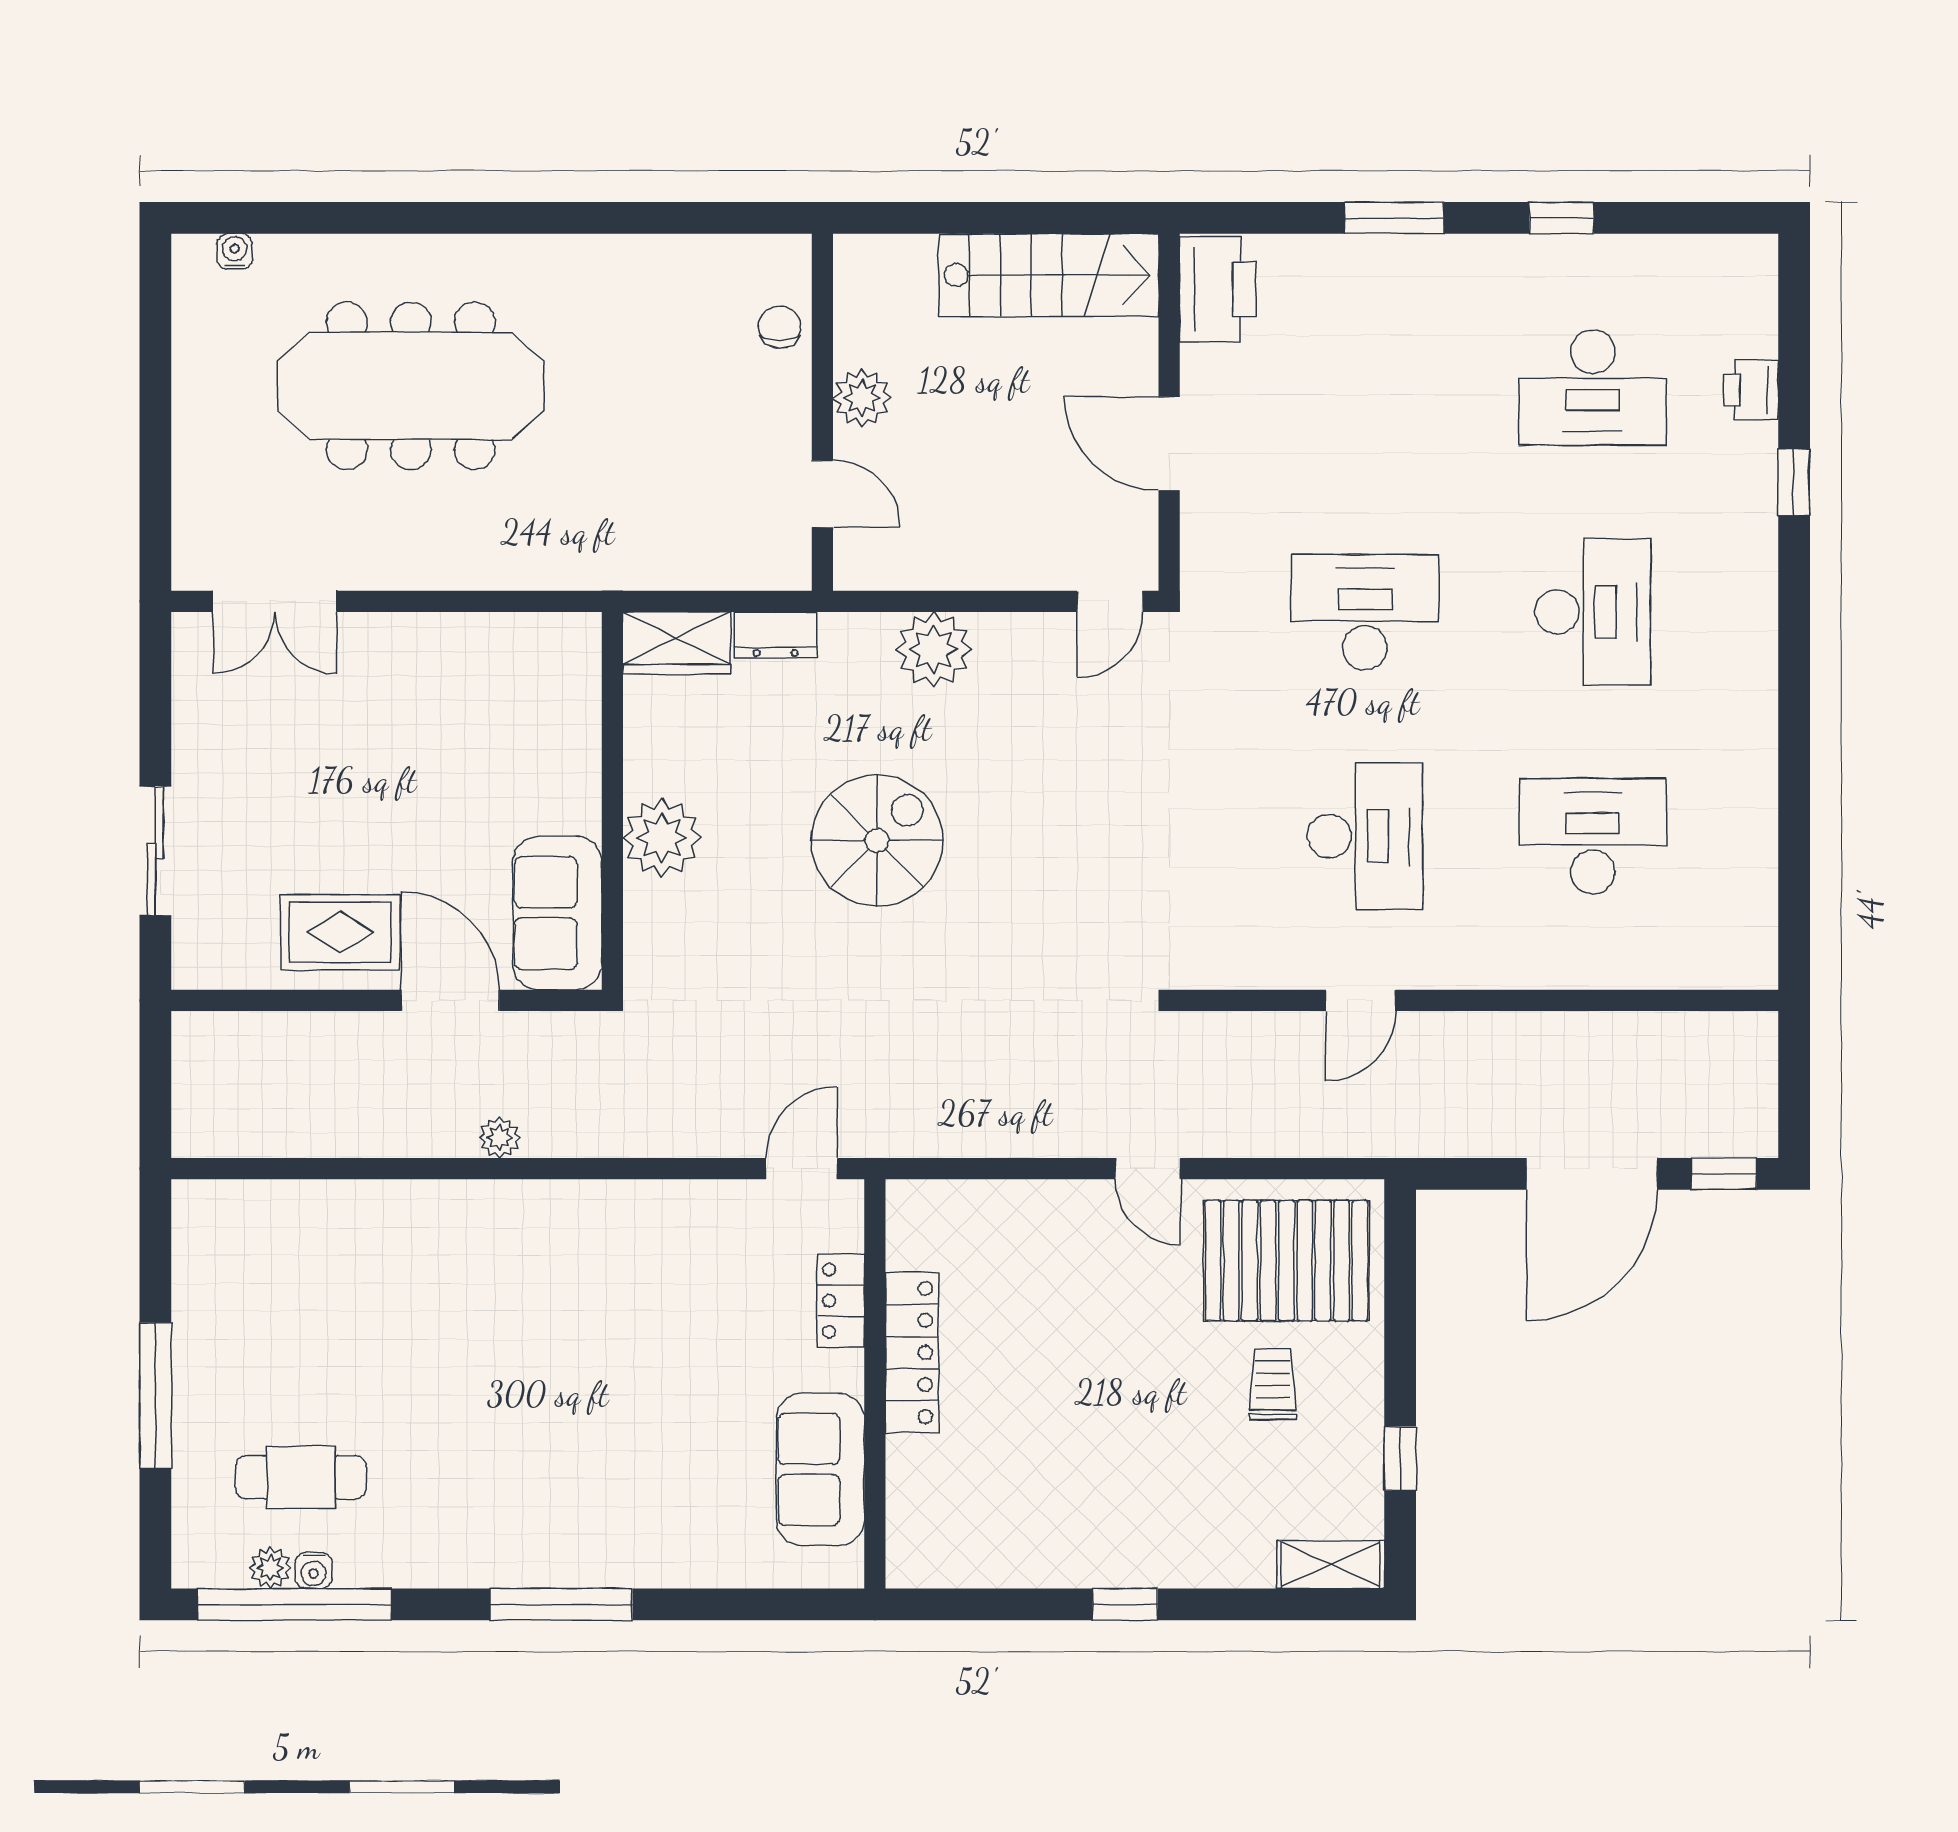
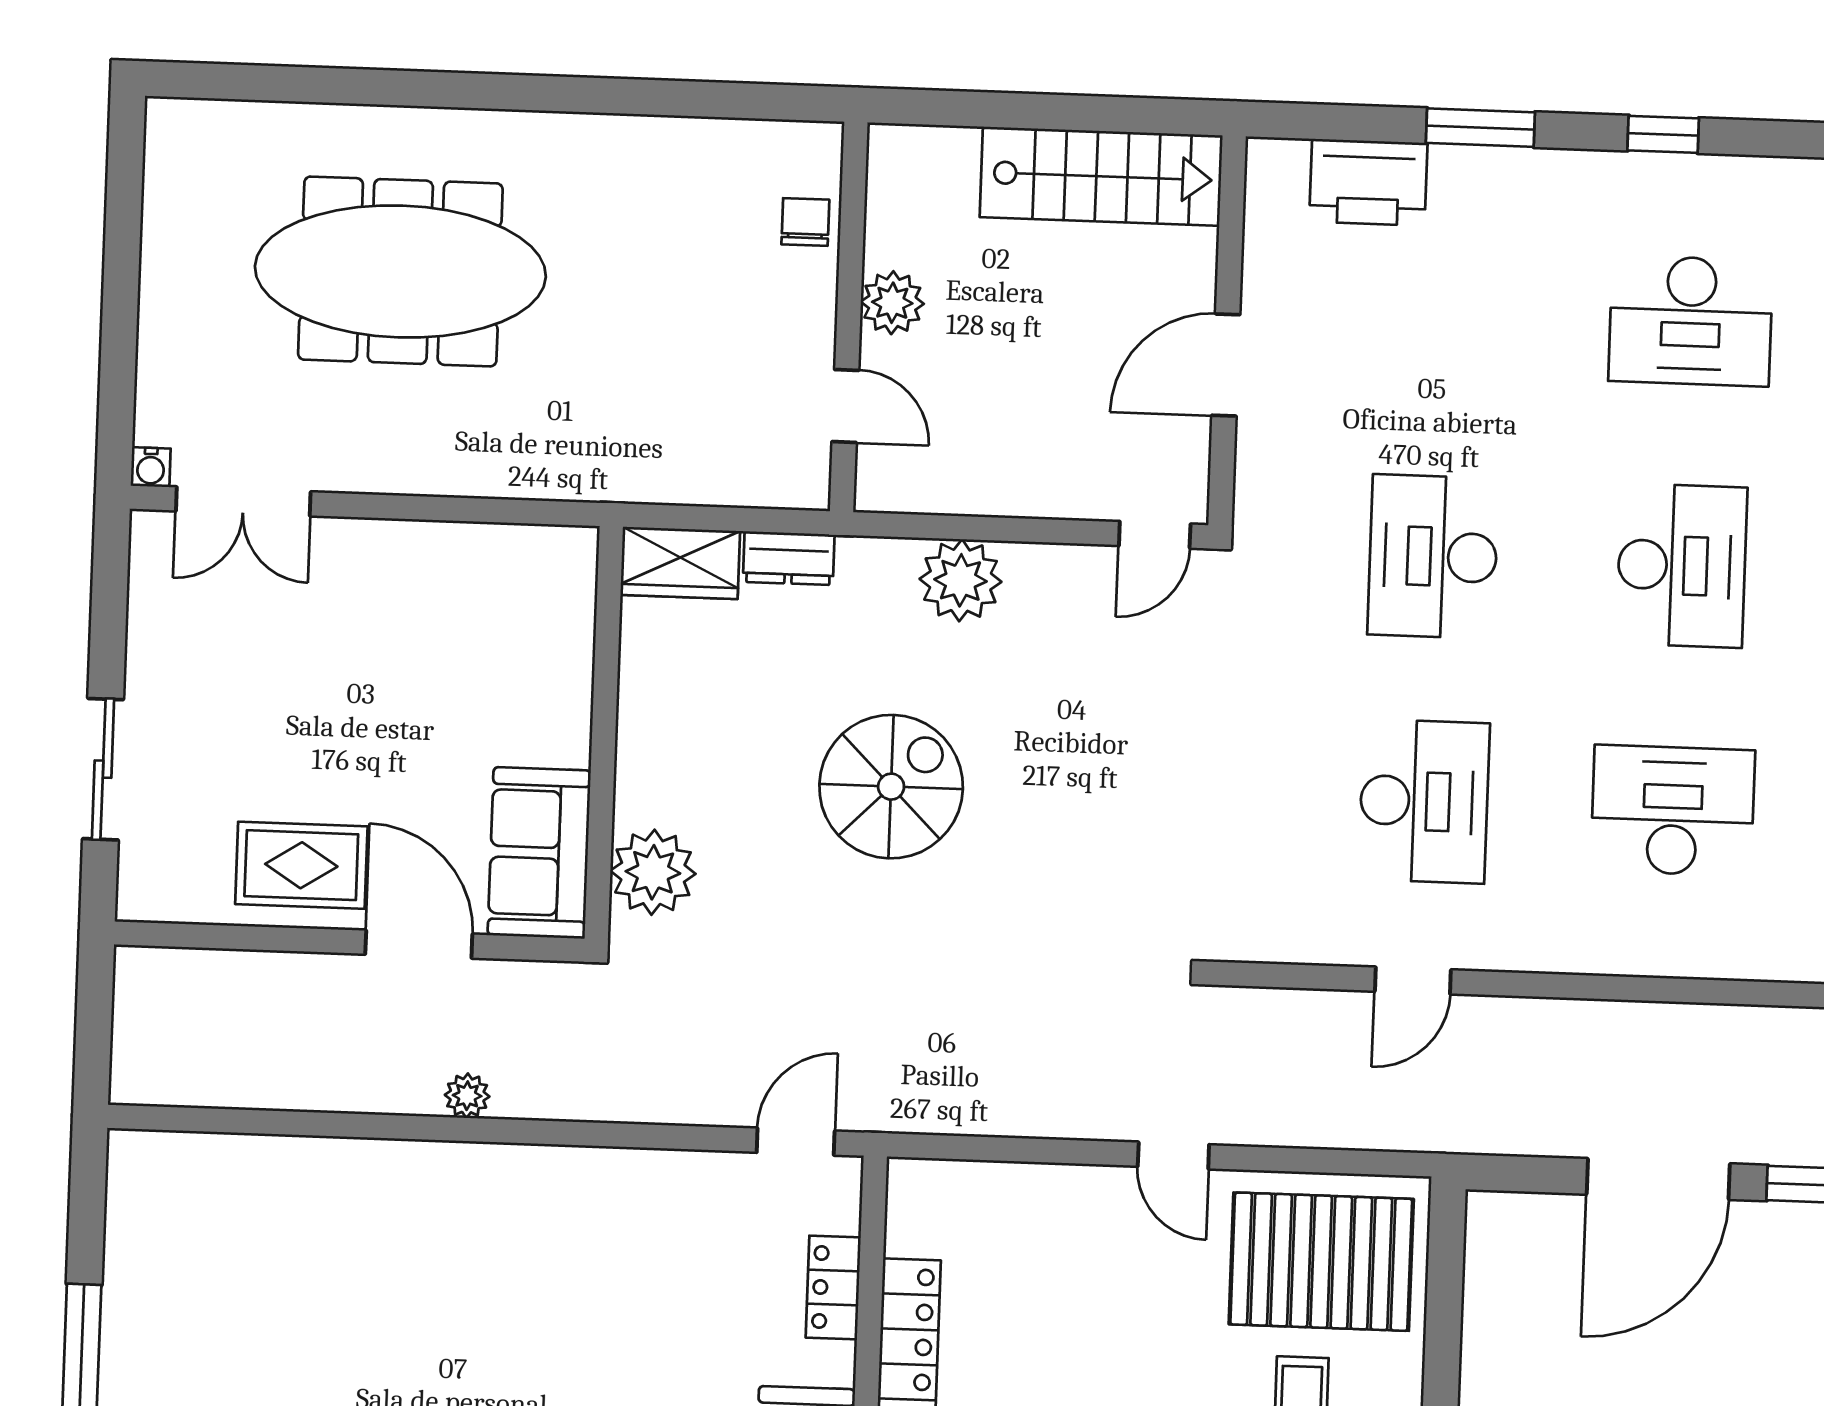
water cooler: (235, 251) -> (151, 467), moved, turned 180
printer: (1218, 289) -> (1368, 182), moved, turned 90
door: (1169, 444) -> (1226, 365), hinge flipped
desk: (1365, 612) -> (1433, 556), turned -90
plant: (662, 838) -> (653, 872), moved

